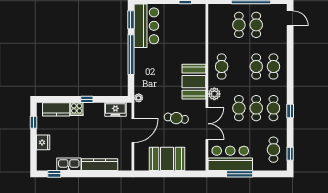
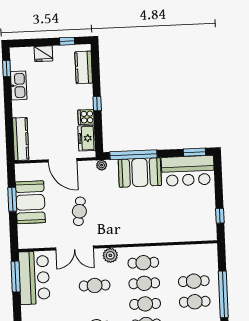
window: (131, 55) -> (133, 155), moved
booth: (194, 82) -> (140, 172), moved
cafe table: (256, 108) -> (144, 283), moved
cooker: (77, 109) -> (86, 117), moved
kitchen counter: (100, 165) -> (21, 139), moved
window: (164, 174) -> (12, 199), added
window: (240, 174) -> (16, 277), moved

